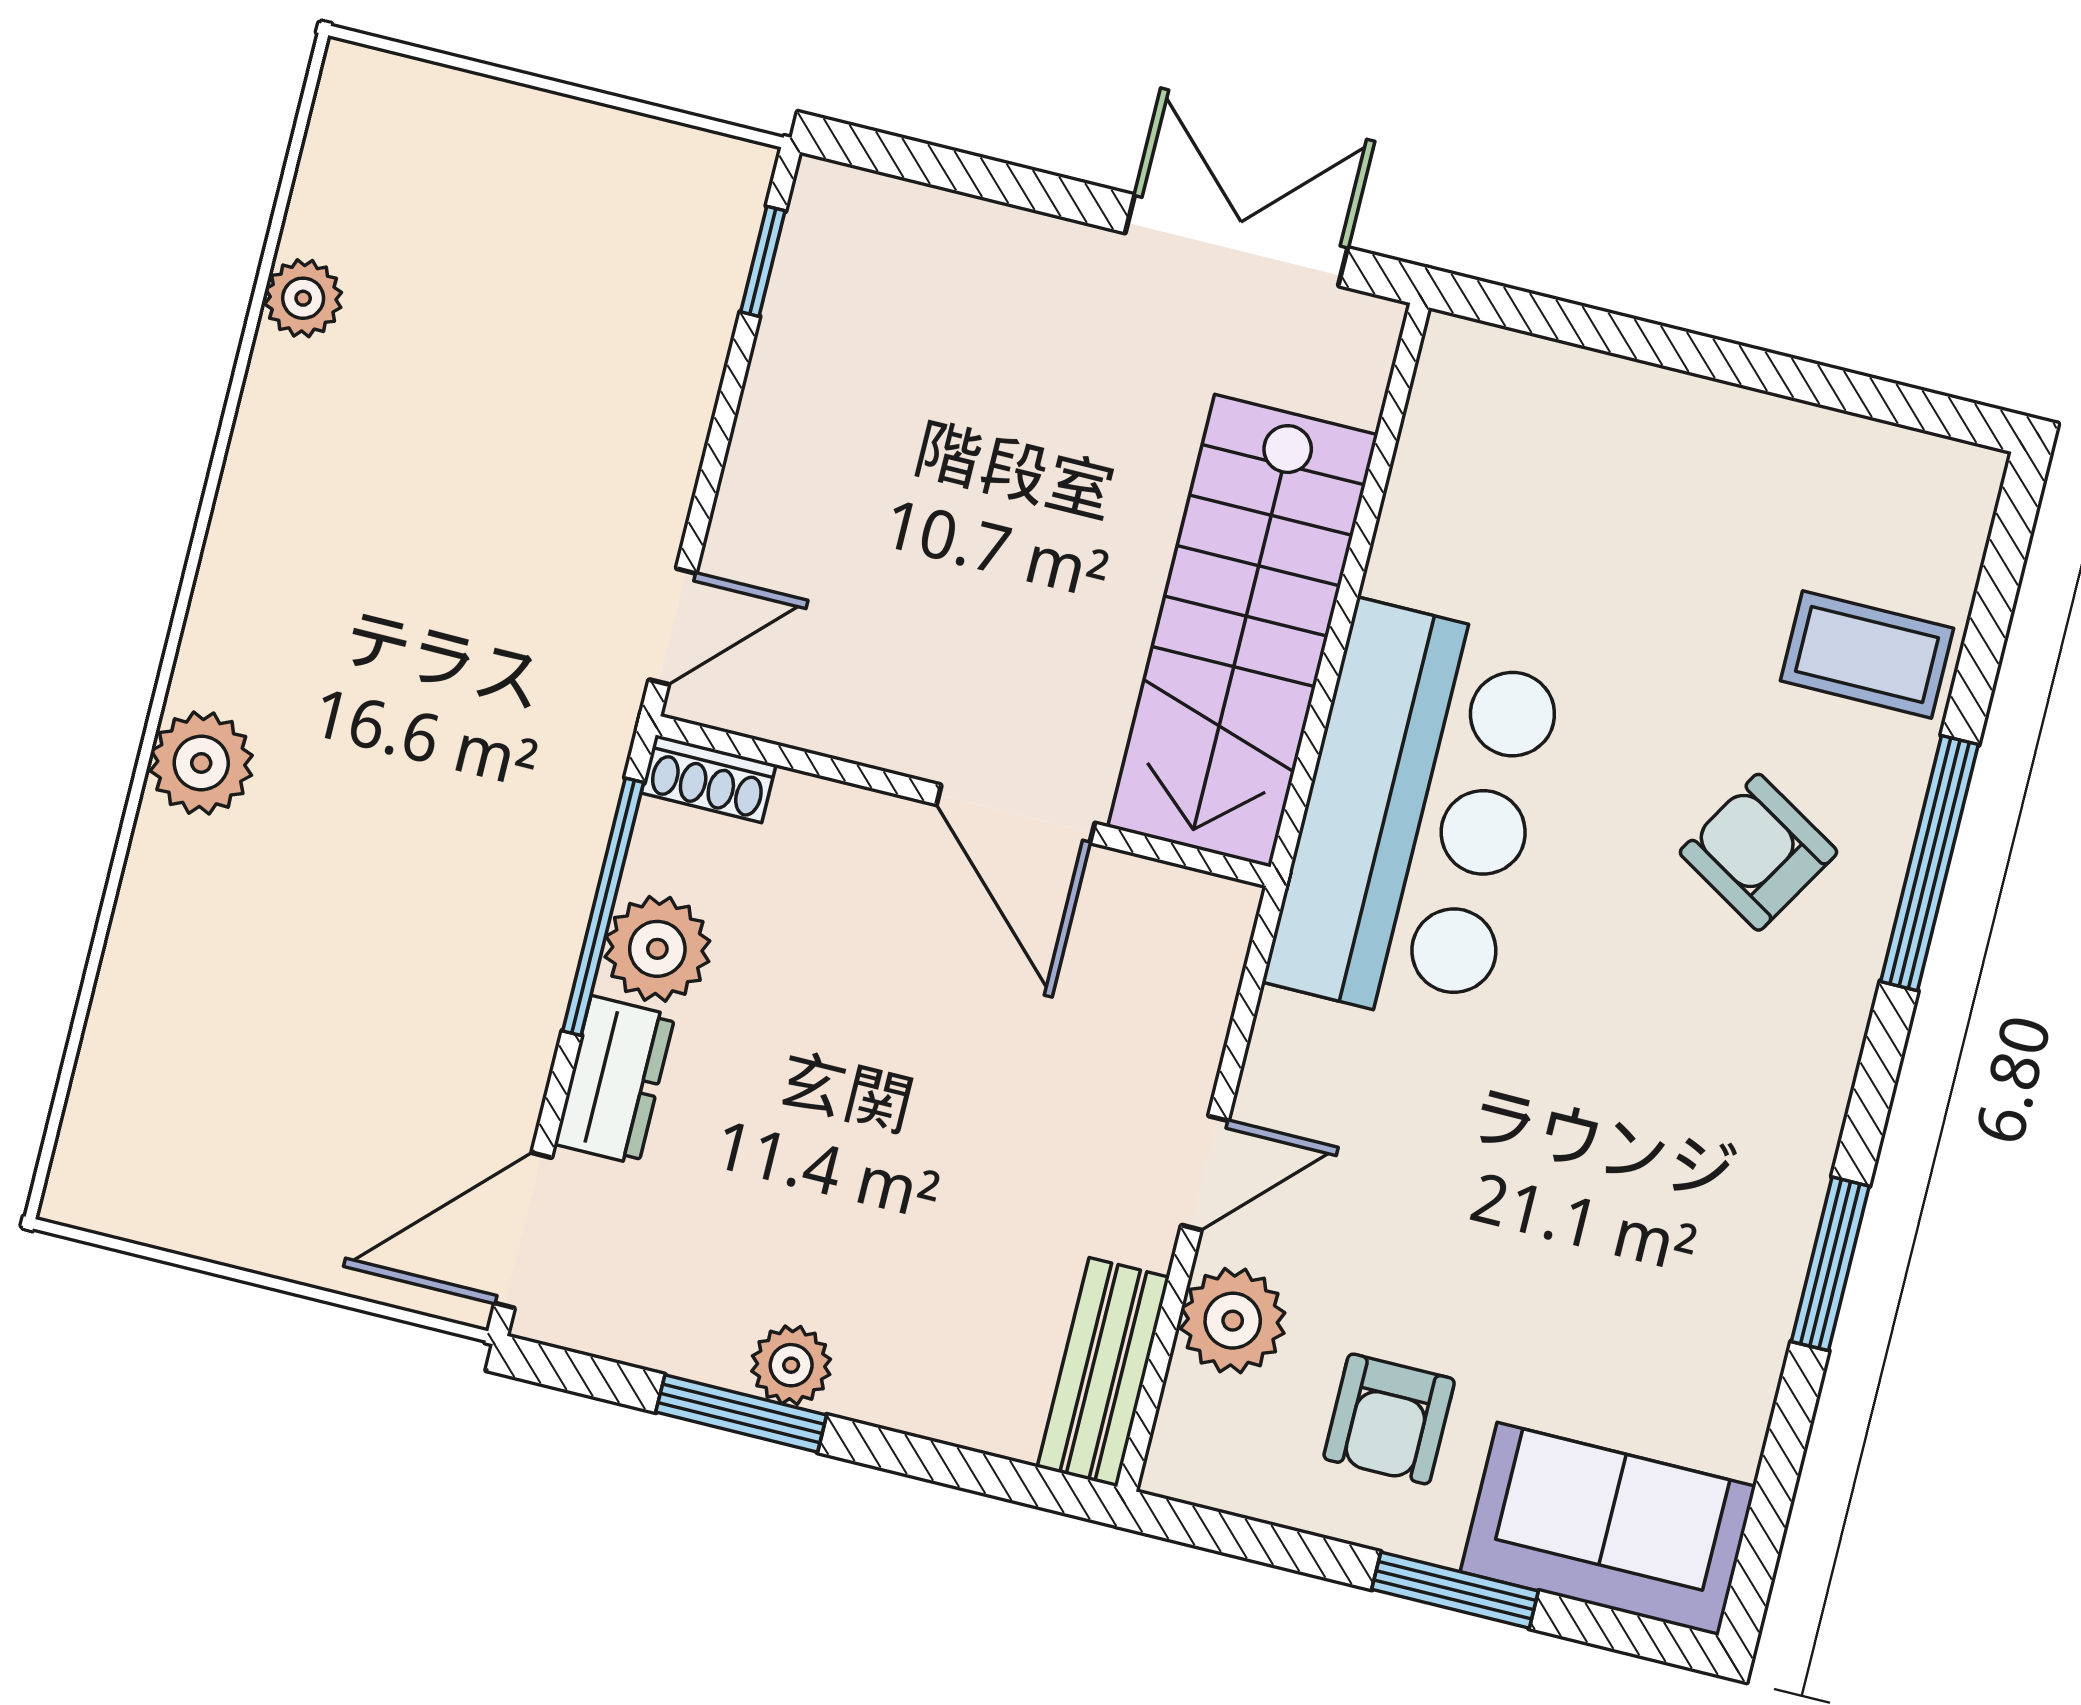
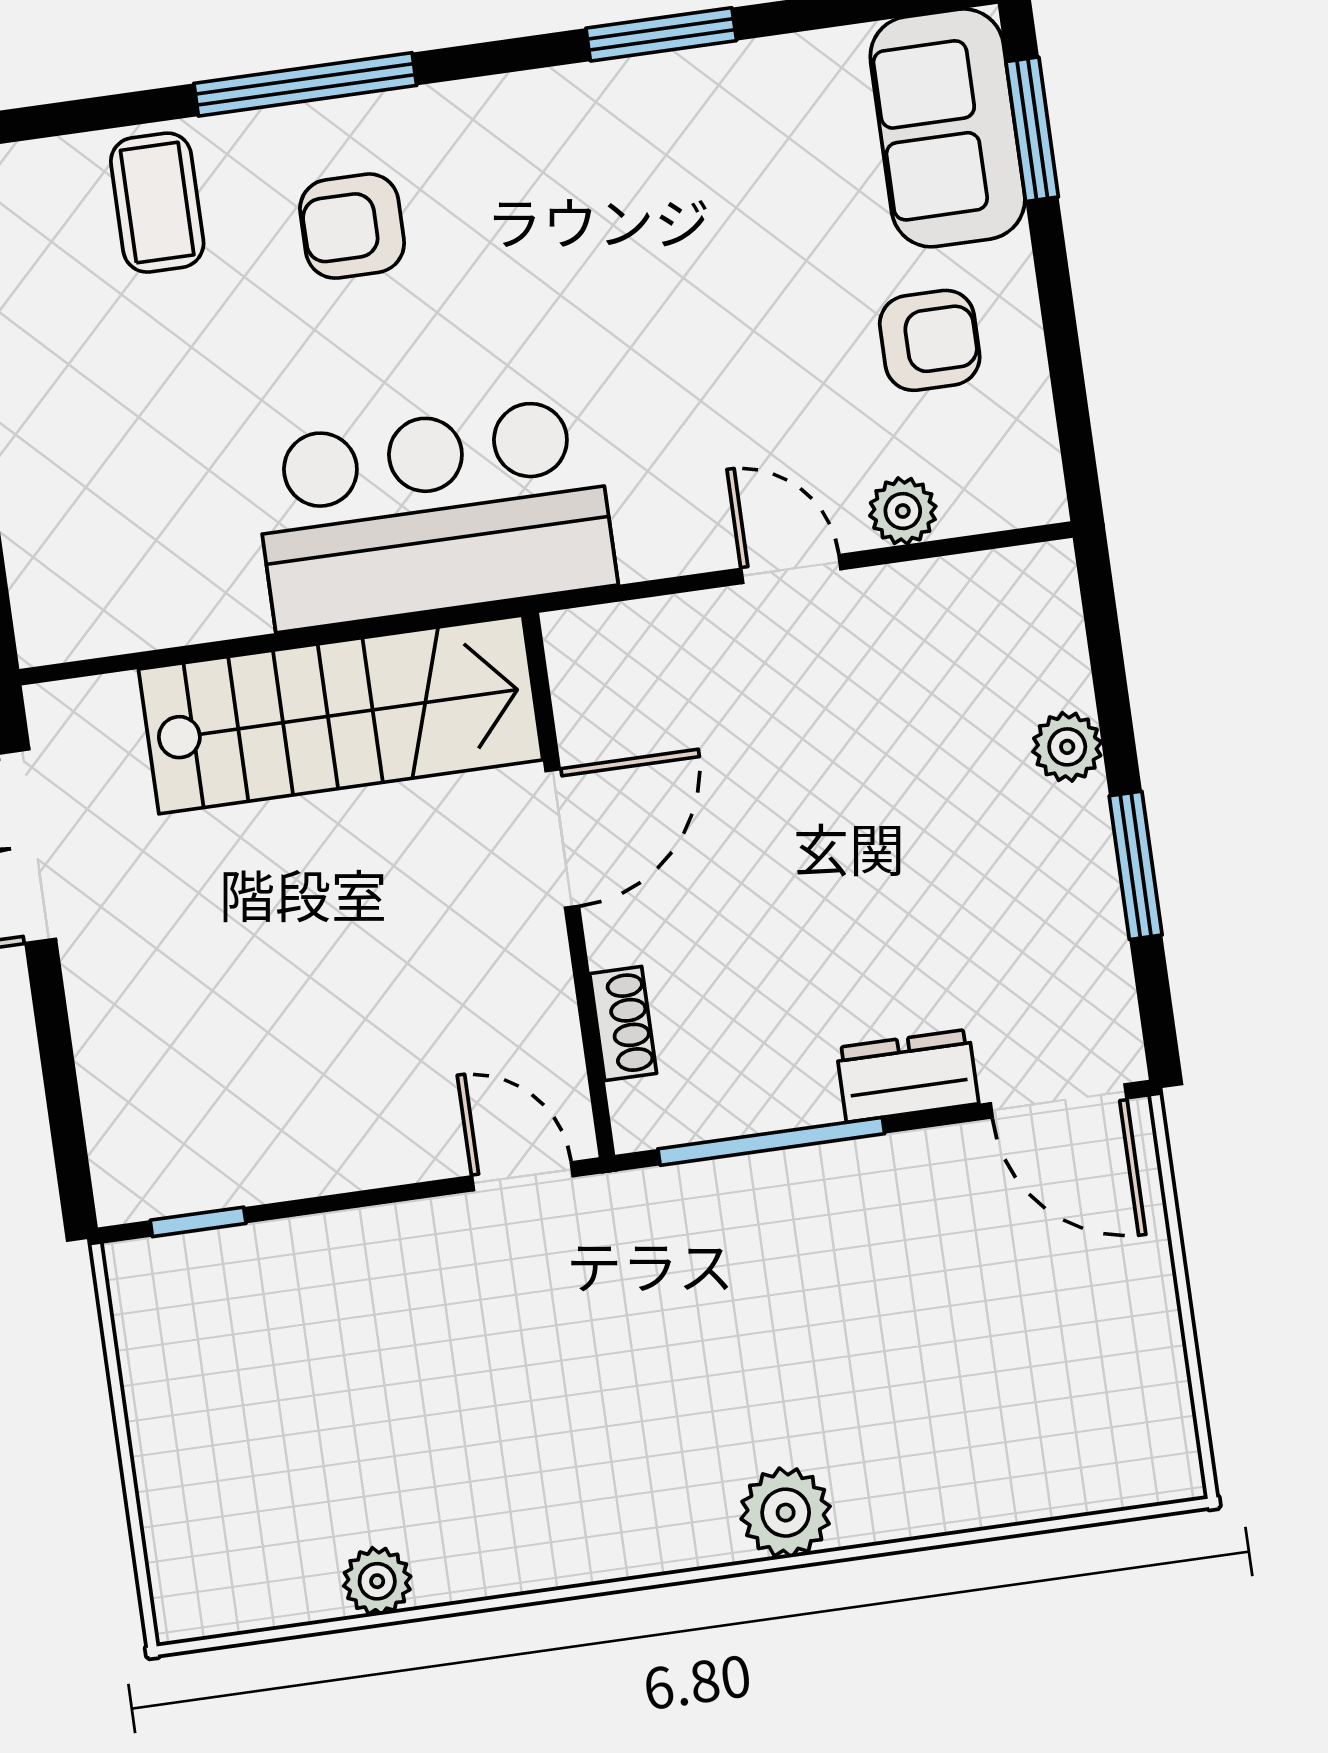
shoe rack: (709, 779) -> (623, 1023), moved
armchair: (1758, 852) -> (352, 226), turned 59
plant: (657, 949) -> (788, 1084), removed
plant: (1233, 1321) -> (903, 511), width x0.73, depth x0.73
plant: (791, 1365) -> (1067, 747), moved
bench: (1103, 1372) -> (985, 586), removed
window: (1455, 1590) -> (1032, 129), moved

